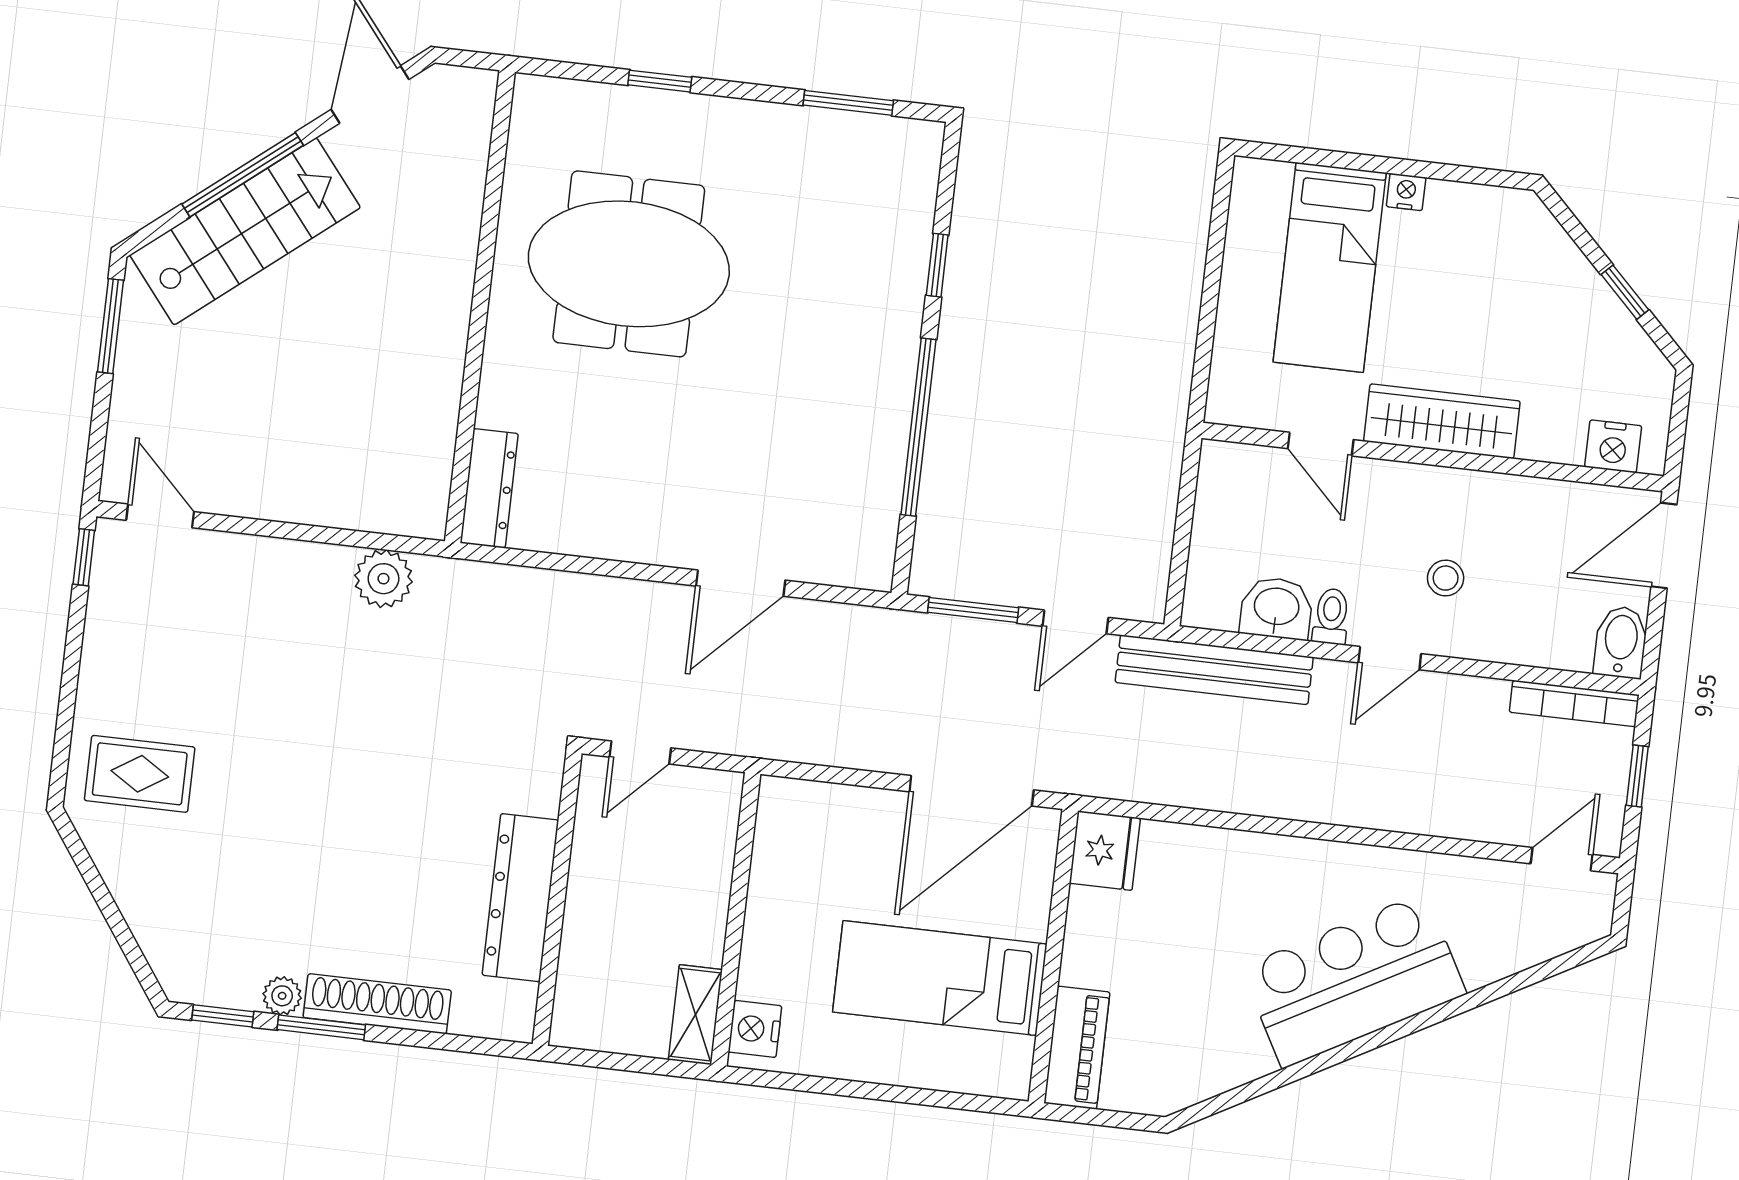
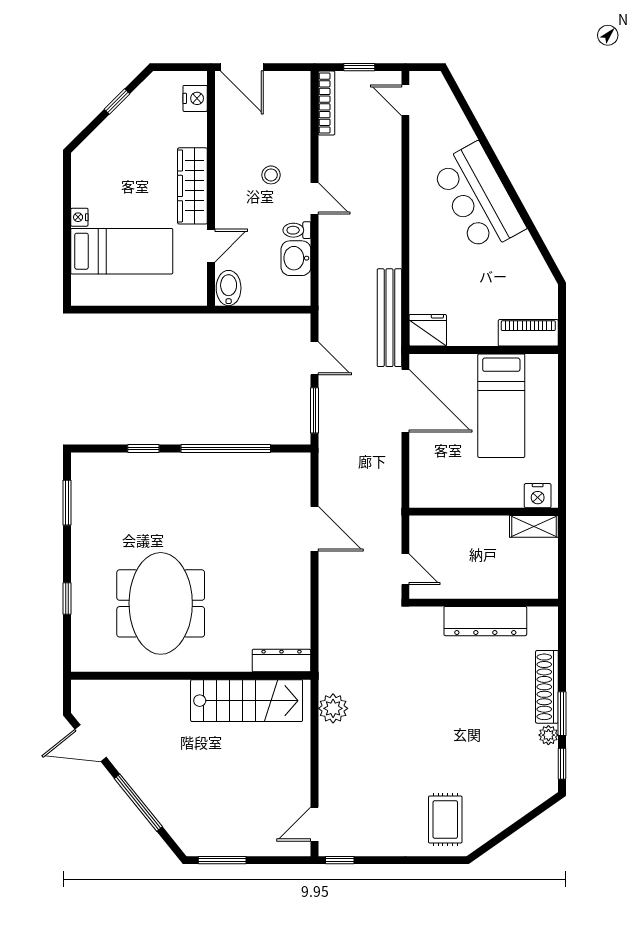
stairs: (245, 231) -> (247, 701), moved, turned 129
bidet: (1621, 642) -> (229, 288), moved, turned 90
bench: (1214, 670) -> (389, 318), moved

